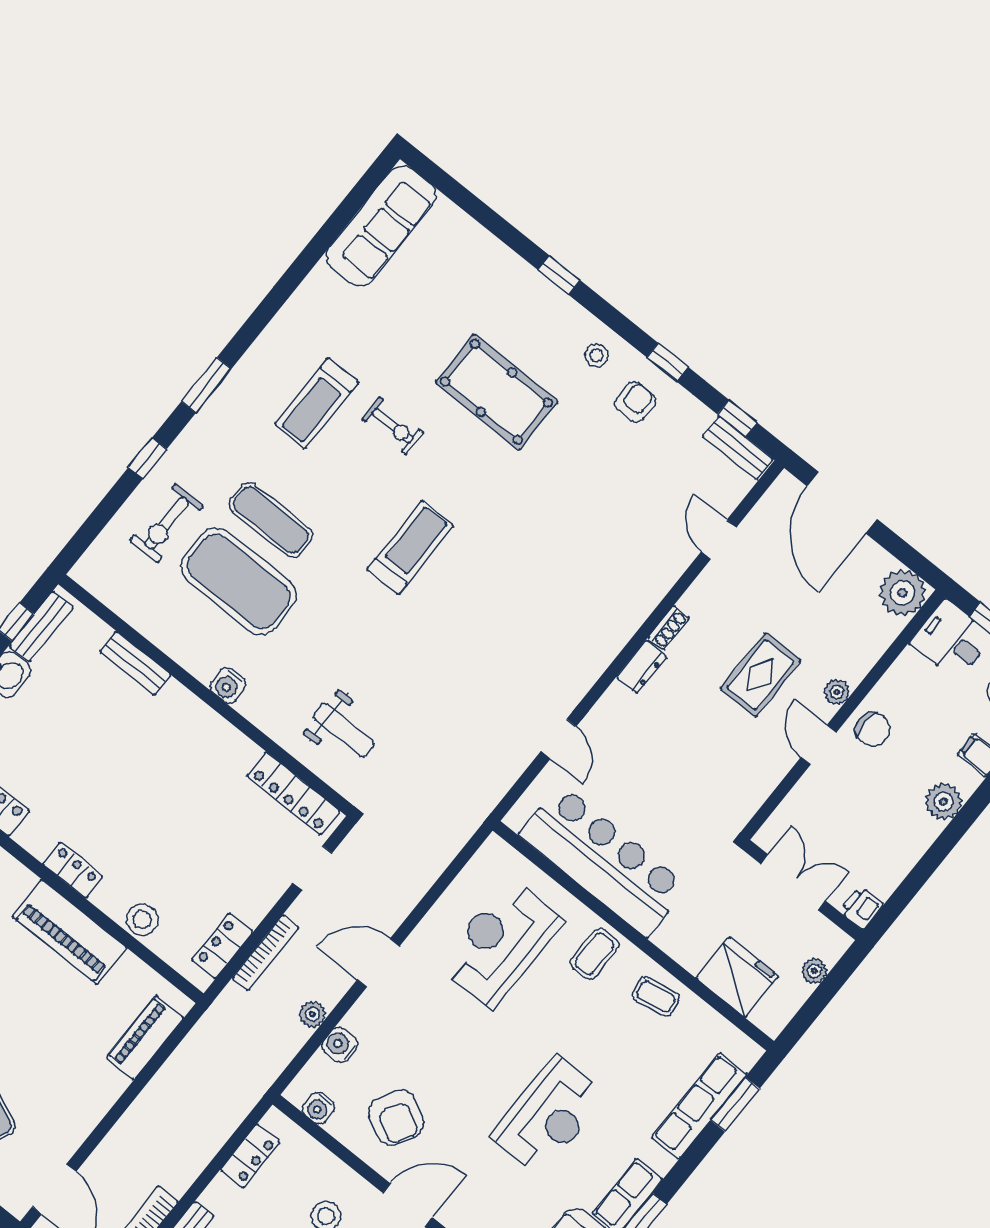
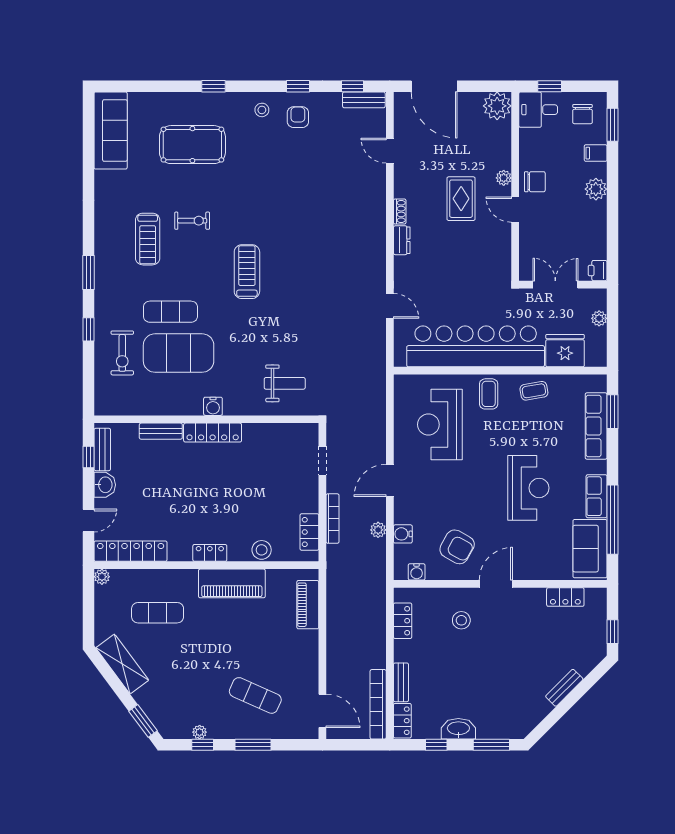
pool table: (496, 392) -> (192, 145), moved
locker: (293, 793) -> (213, 433), moved
bar counter: (603, 860) -> (476, 346), width x1.36

